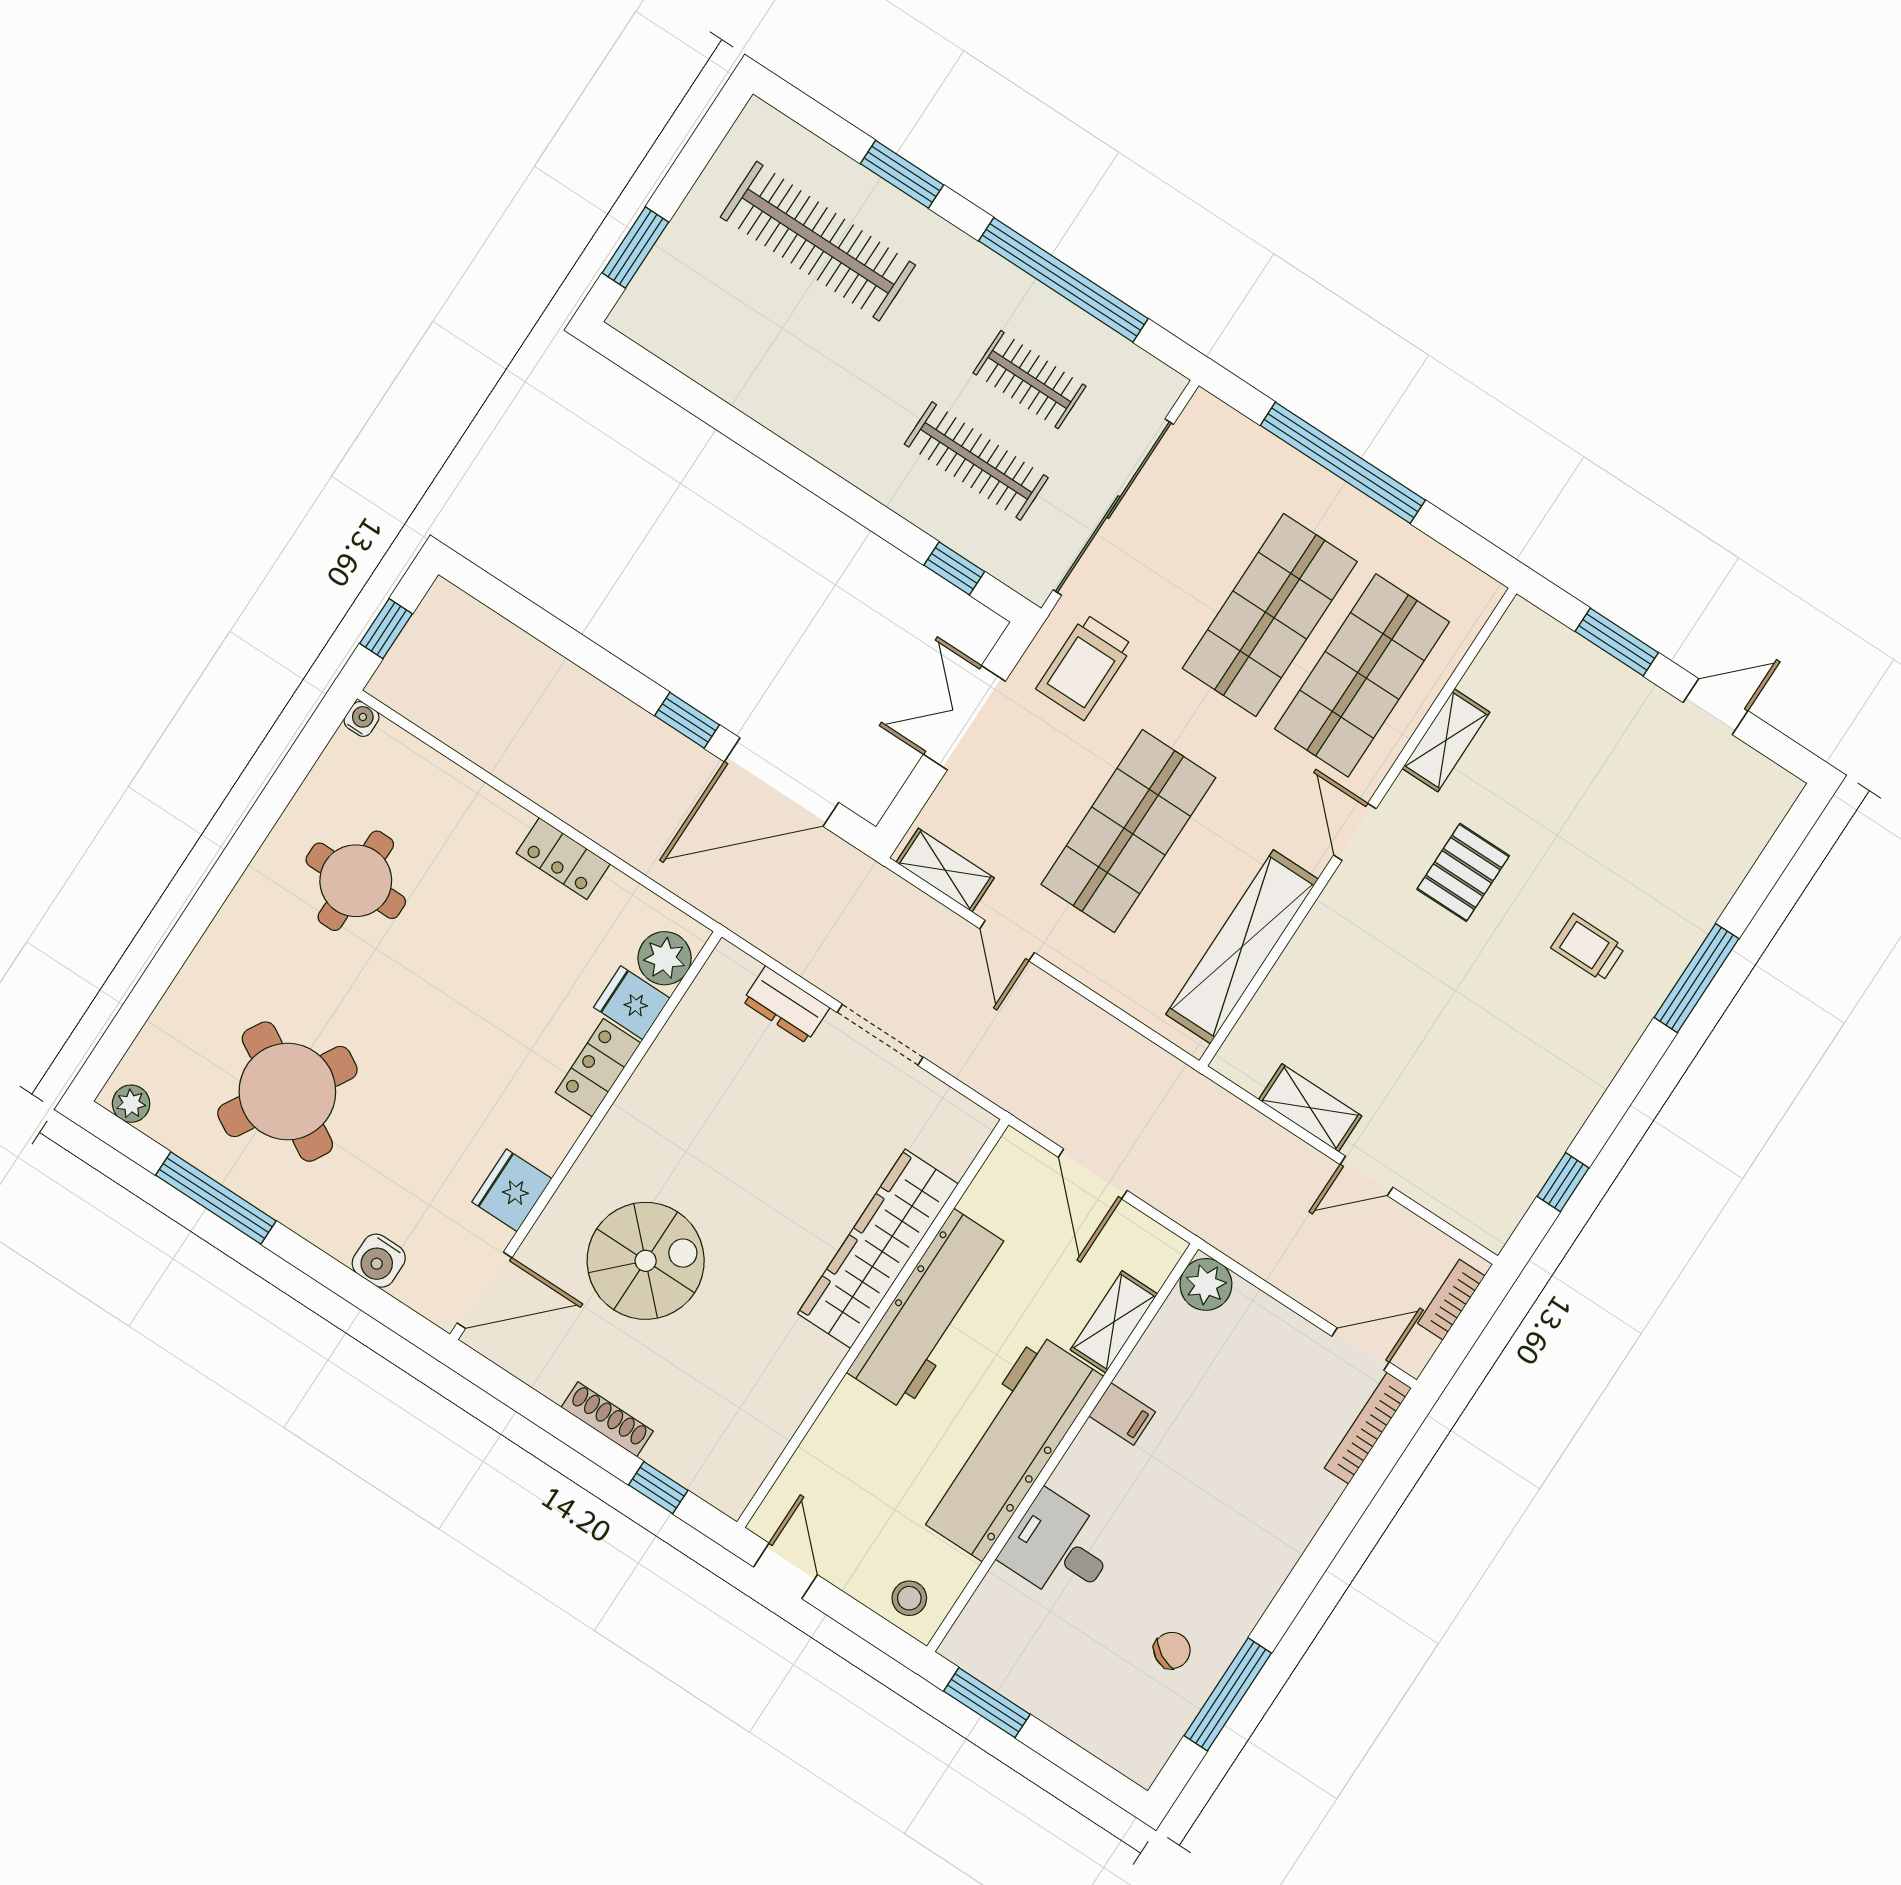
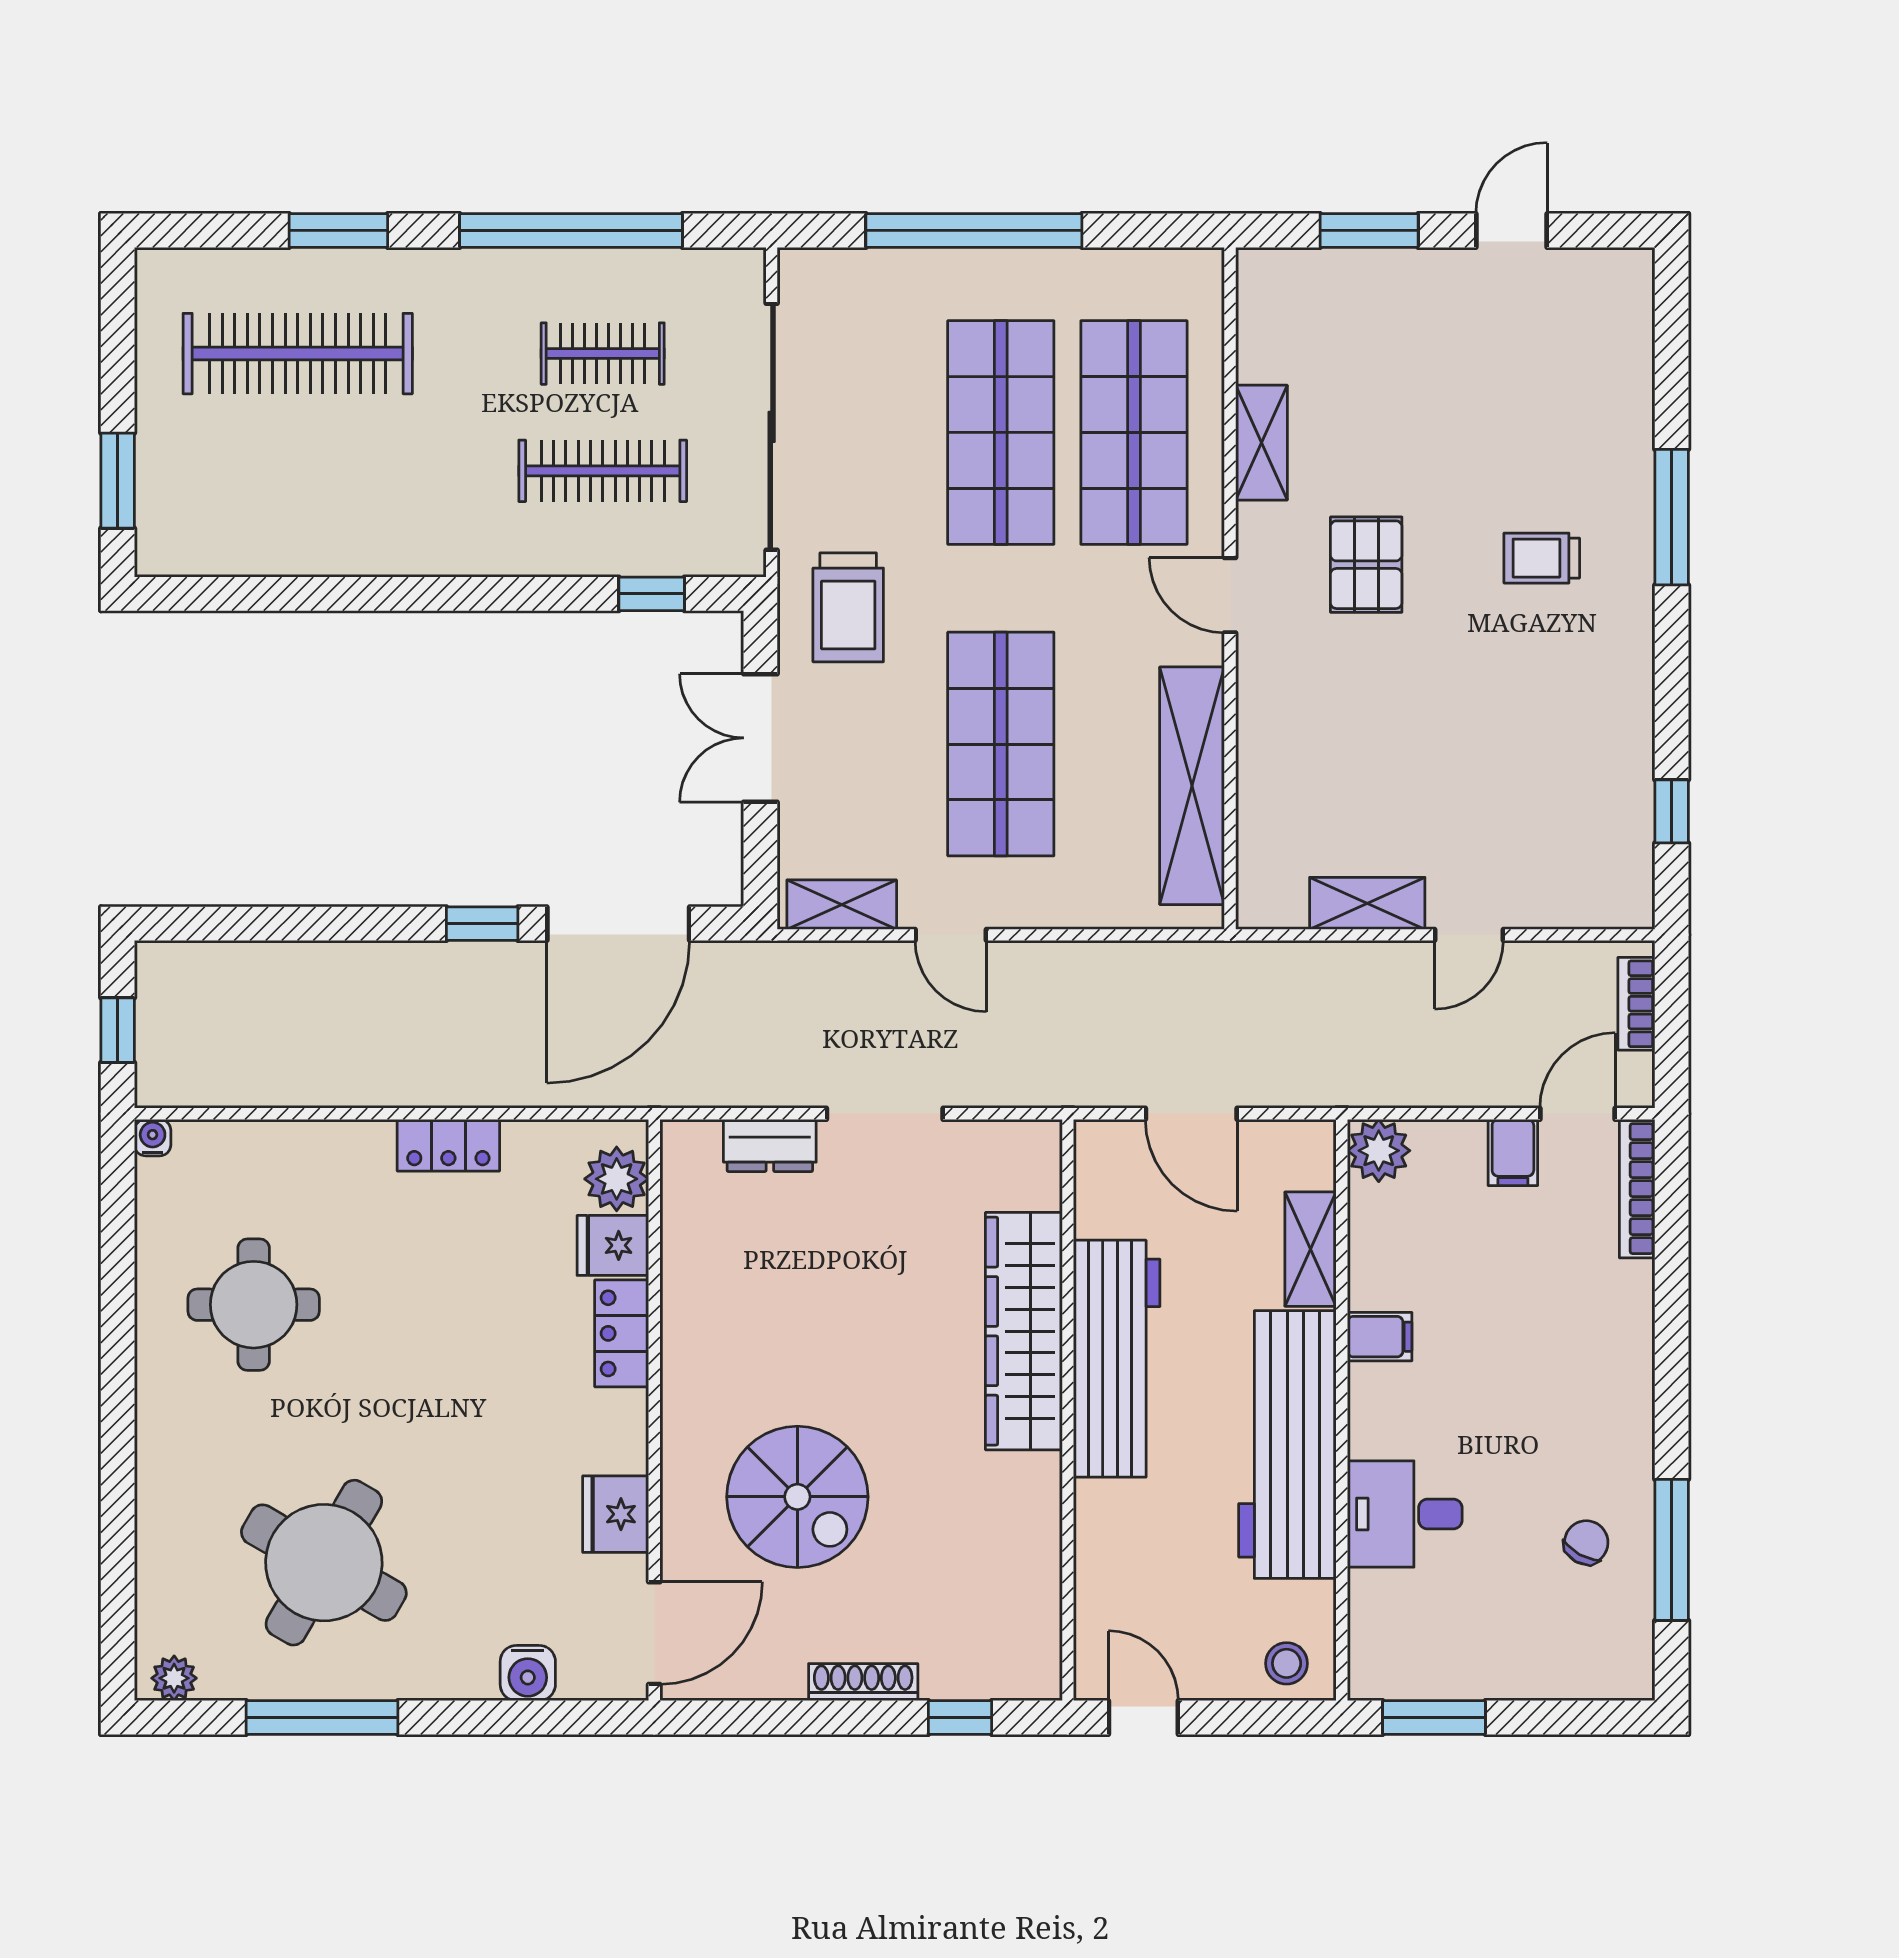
spiral stairs: (646, 1261) -> (797, 1497), turned 90
filing cabinet: (1298, 1347) -> (1513, 1152), added

